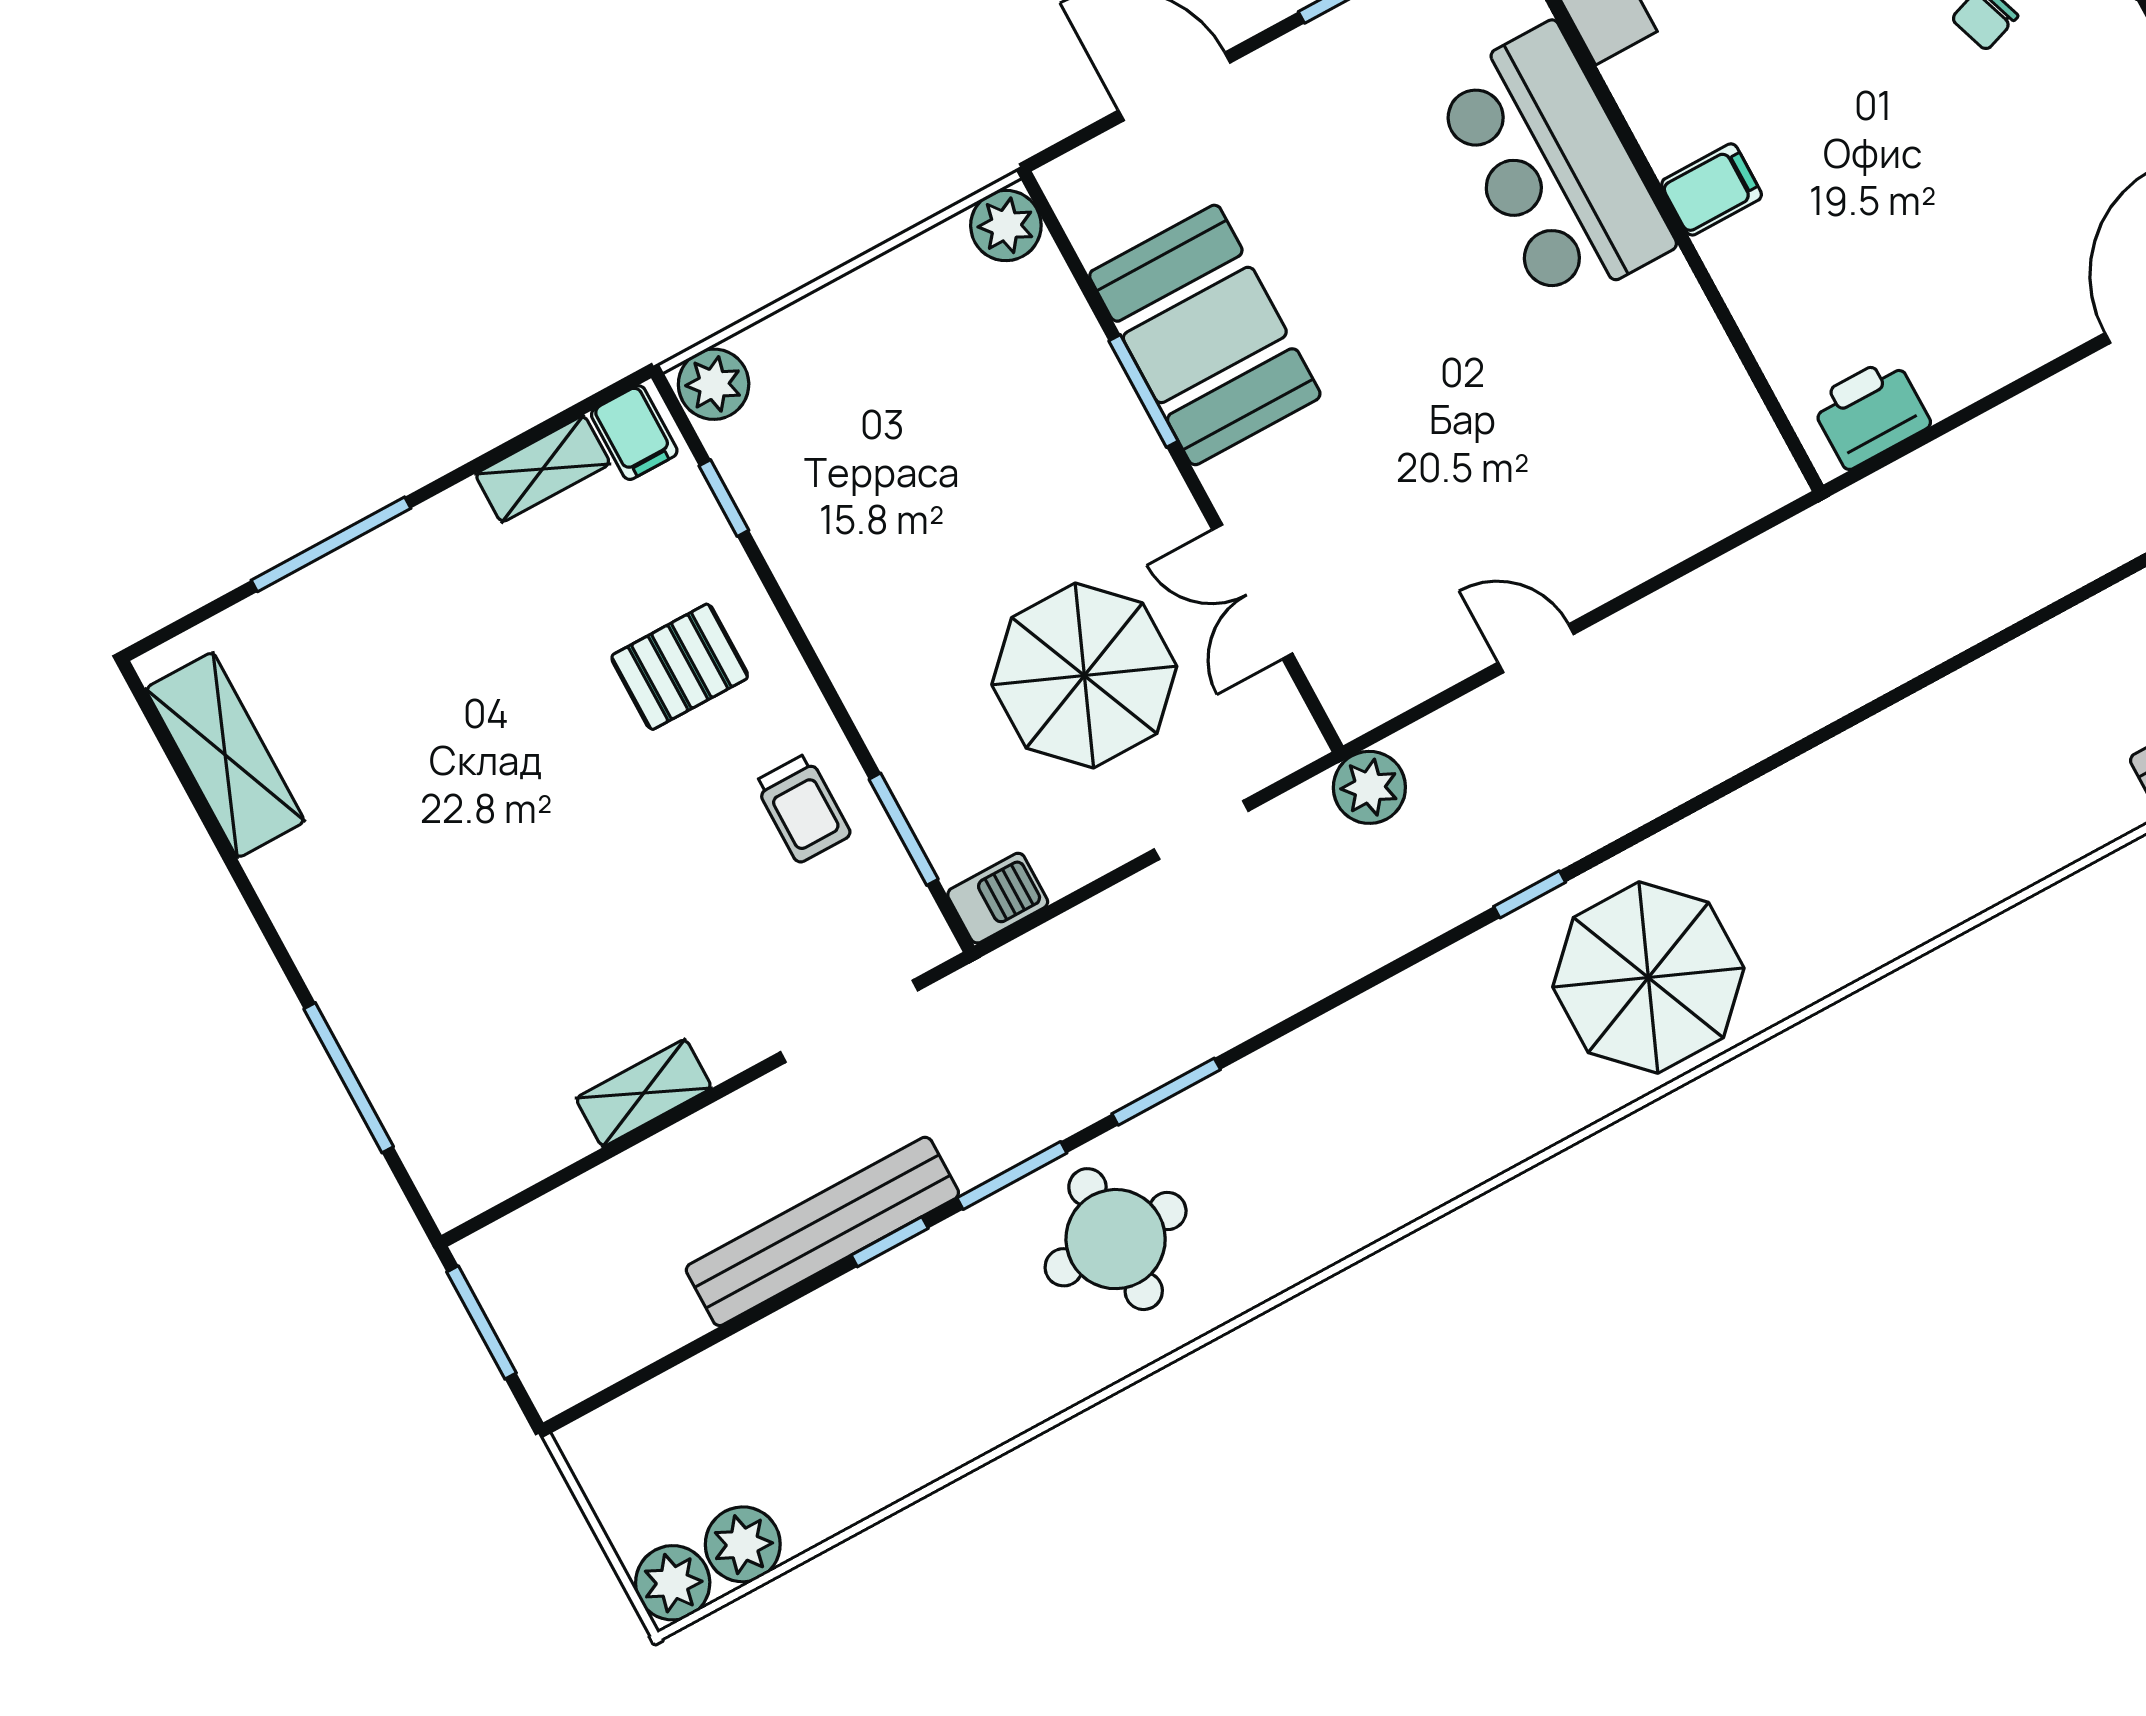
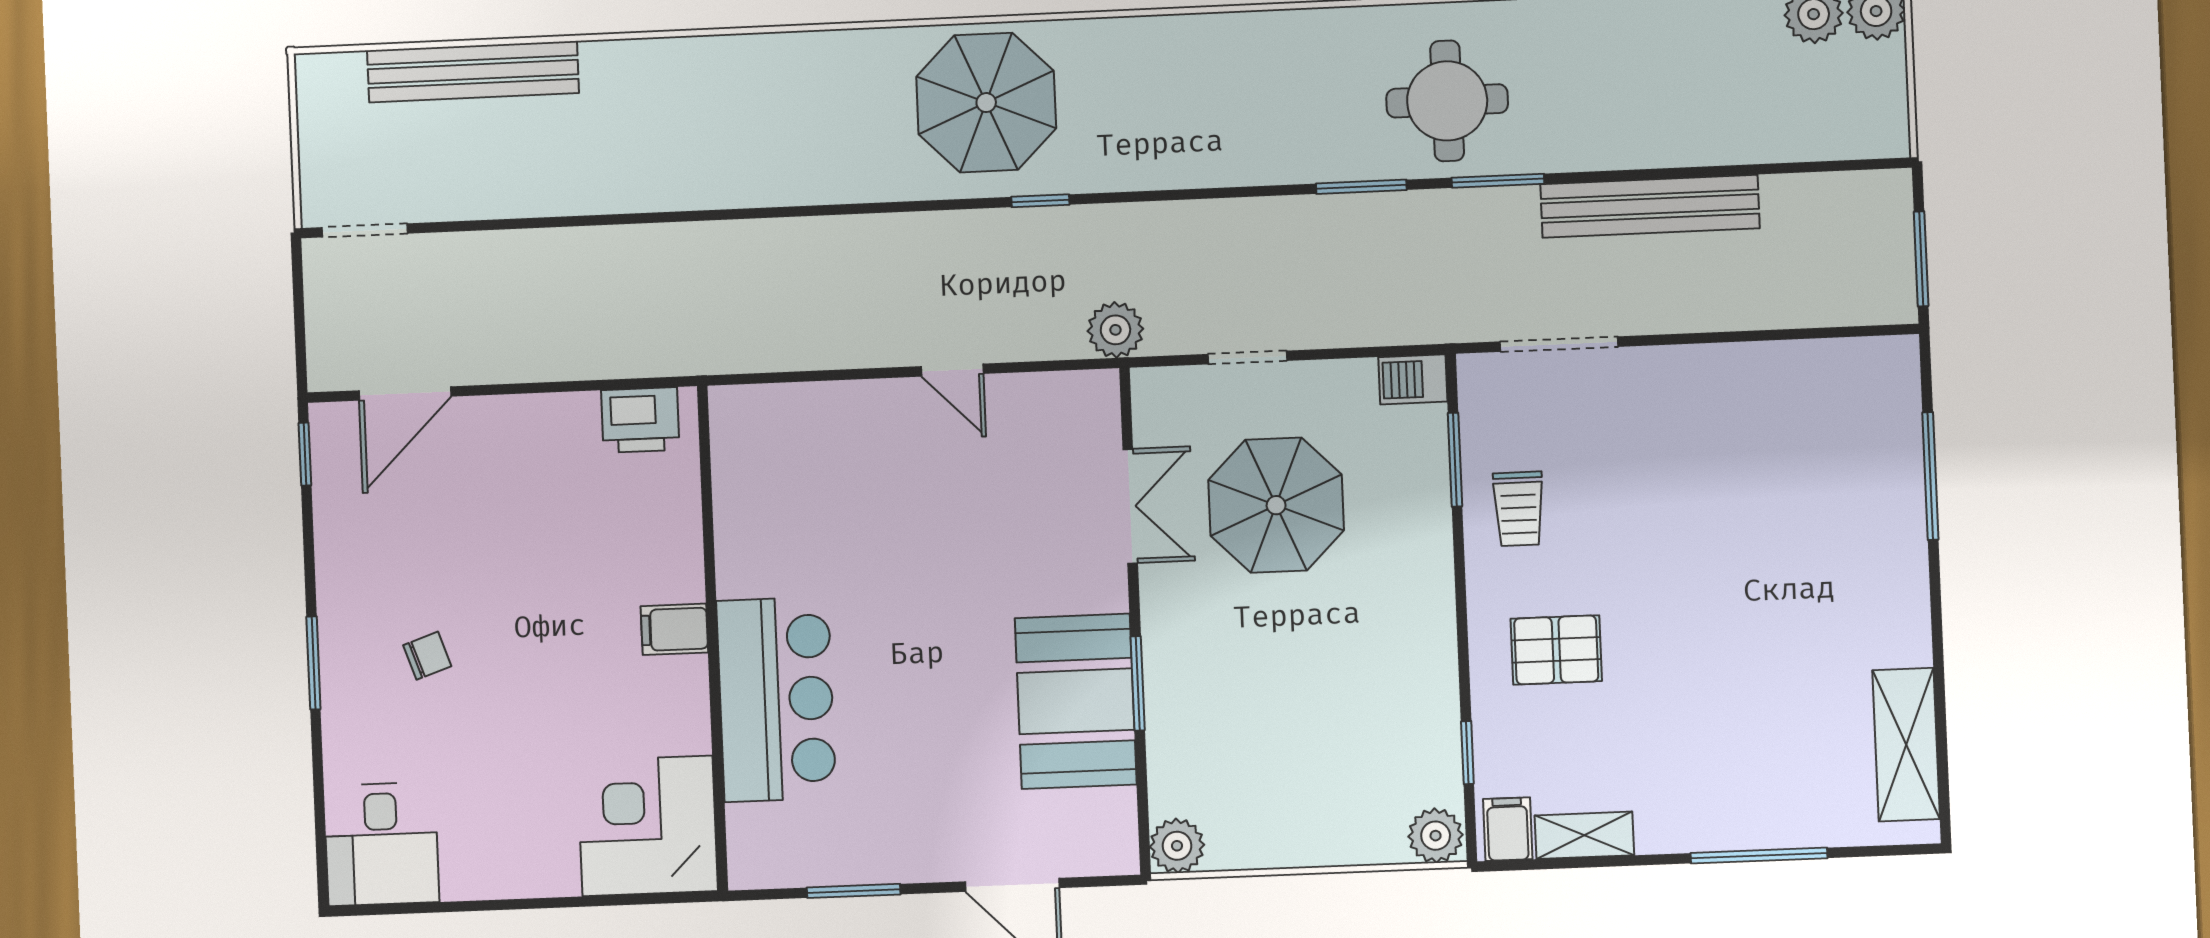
trolley: (803, 808) -> (1519, 509), turned 180
shelving: (644, 1093) -> (1728, 364), removed
window: (890, 1242) -> (1606, 176), removed

